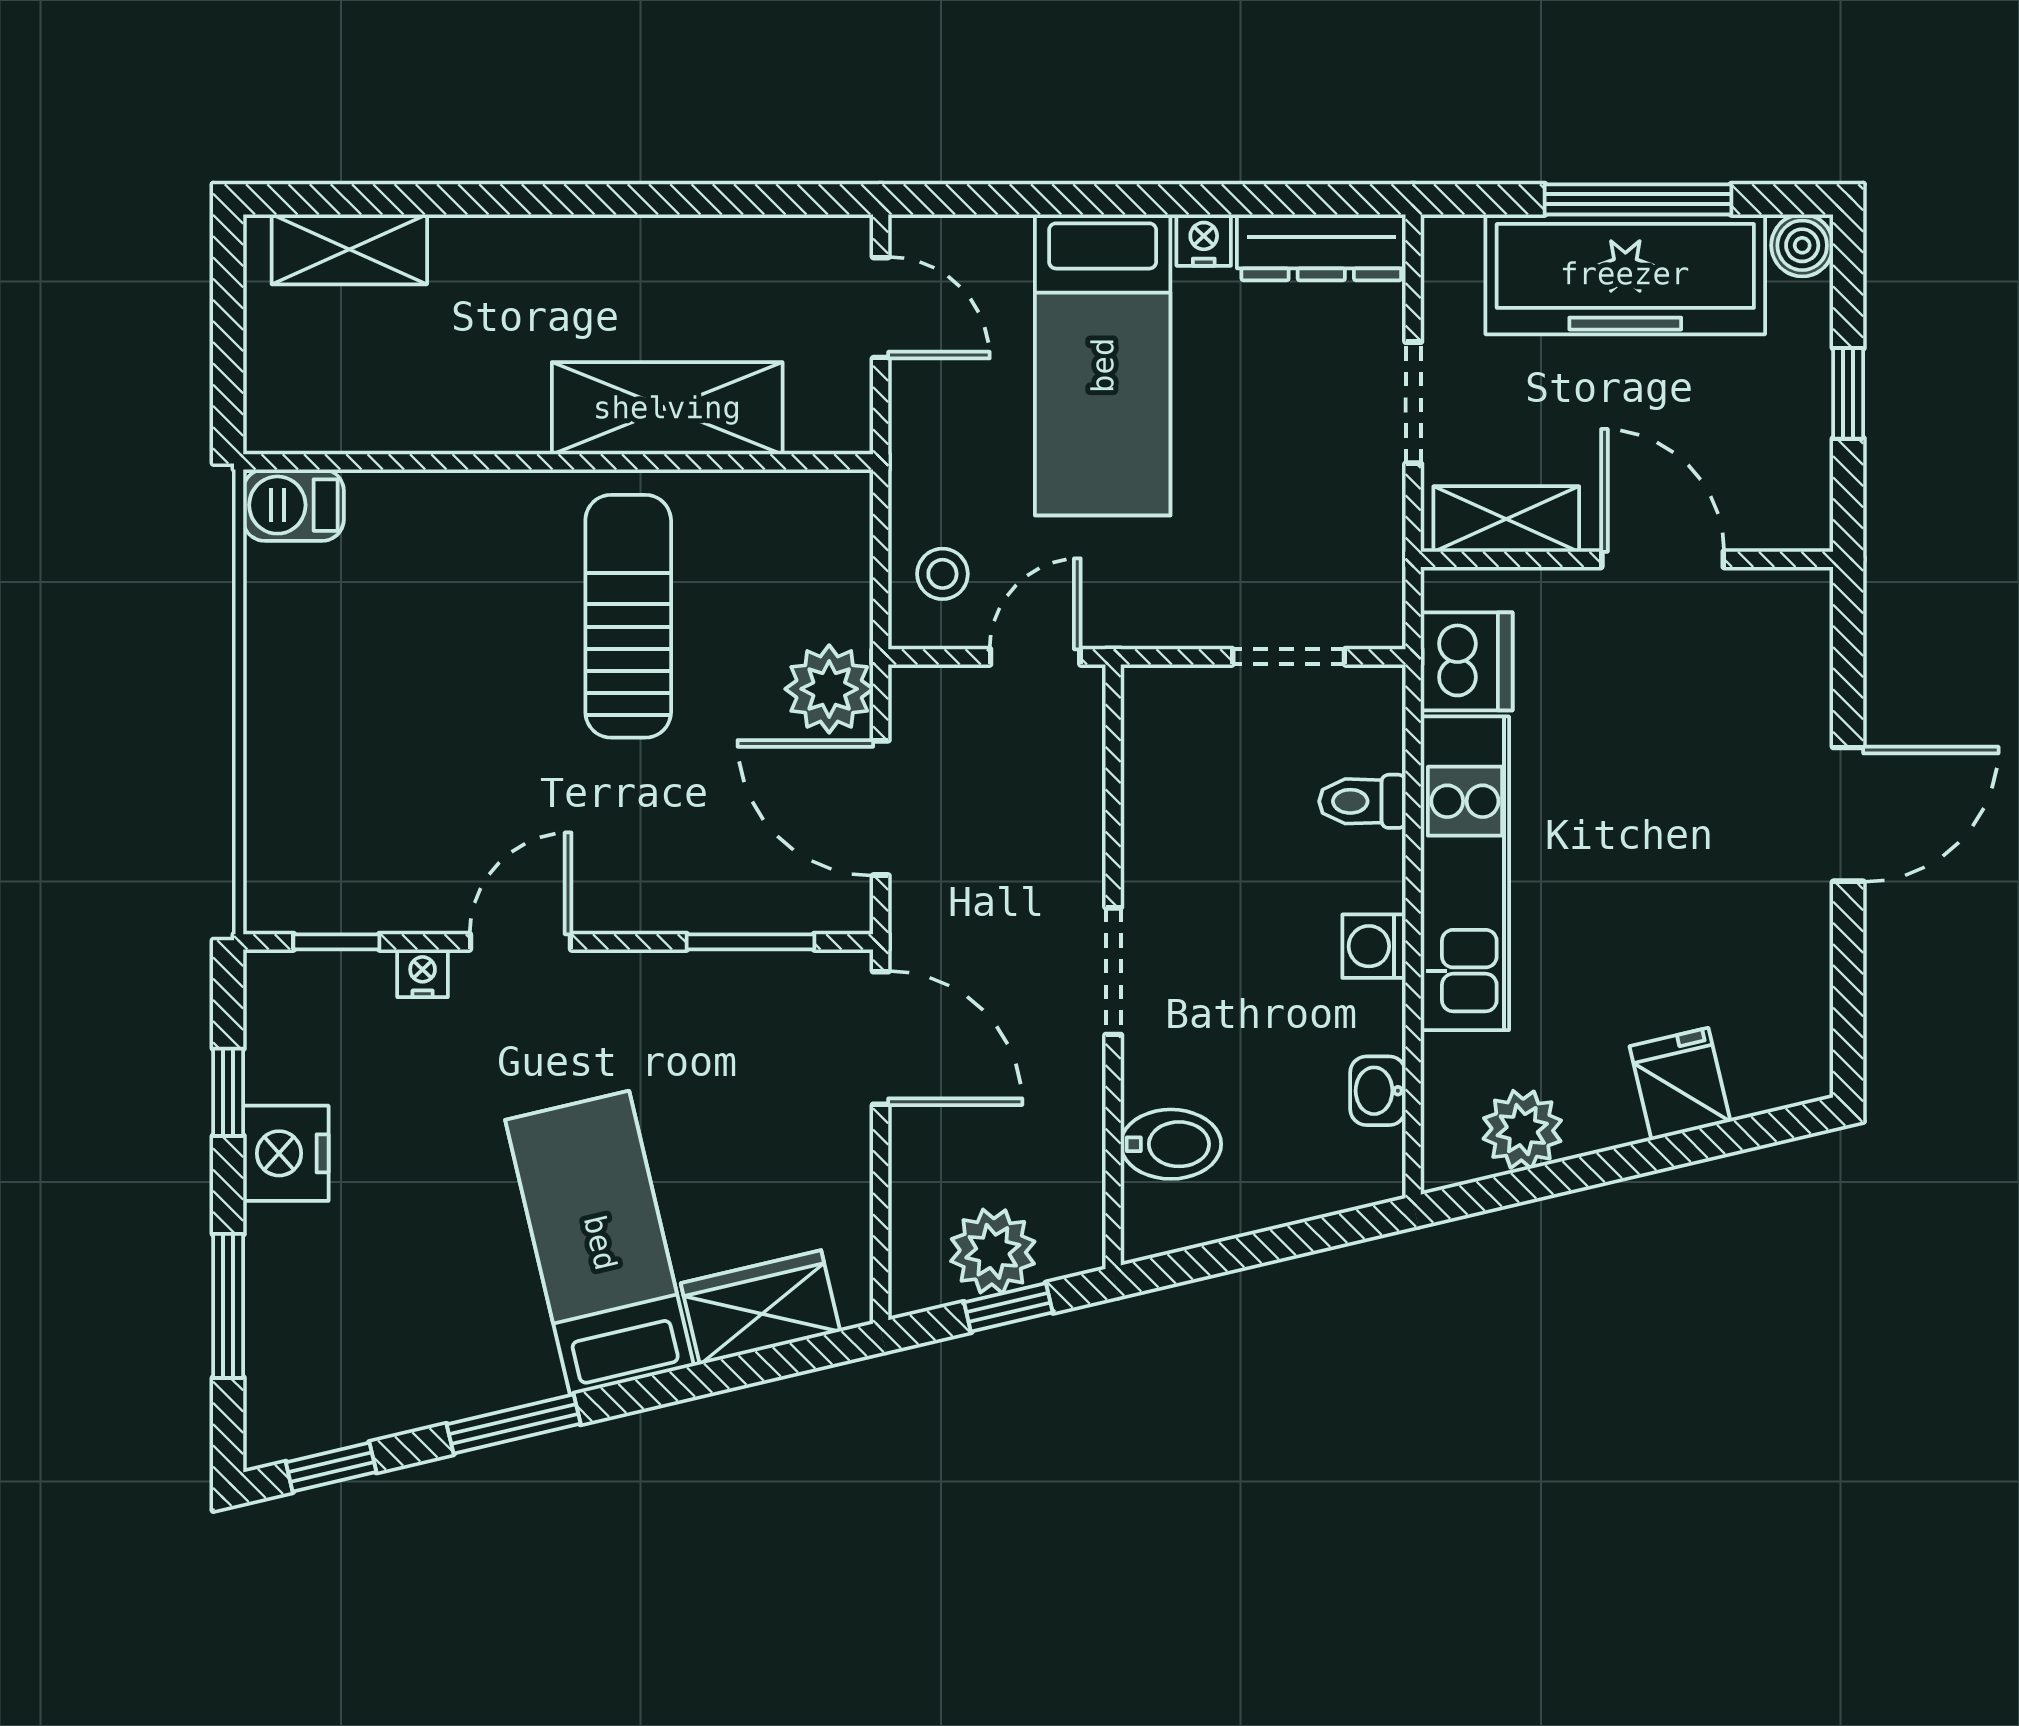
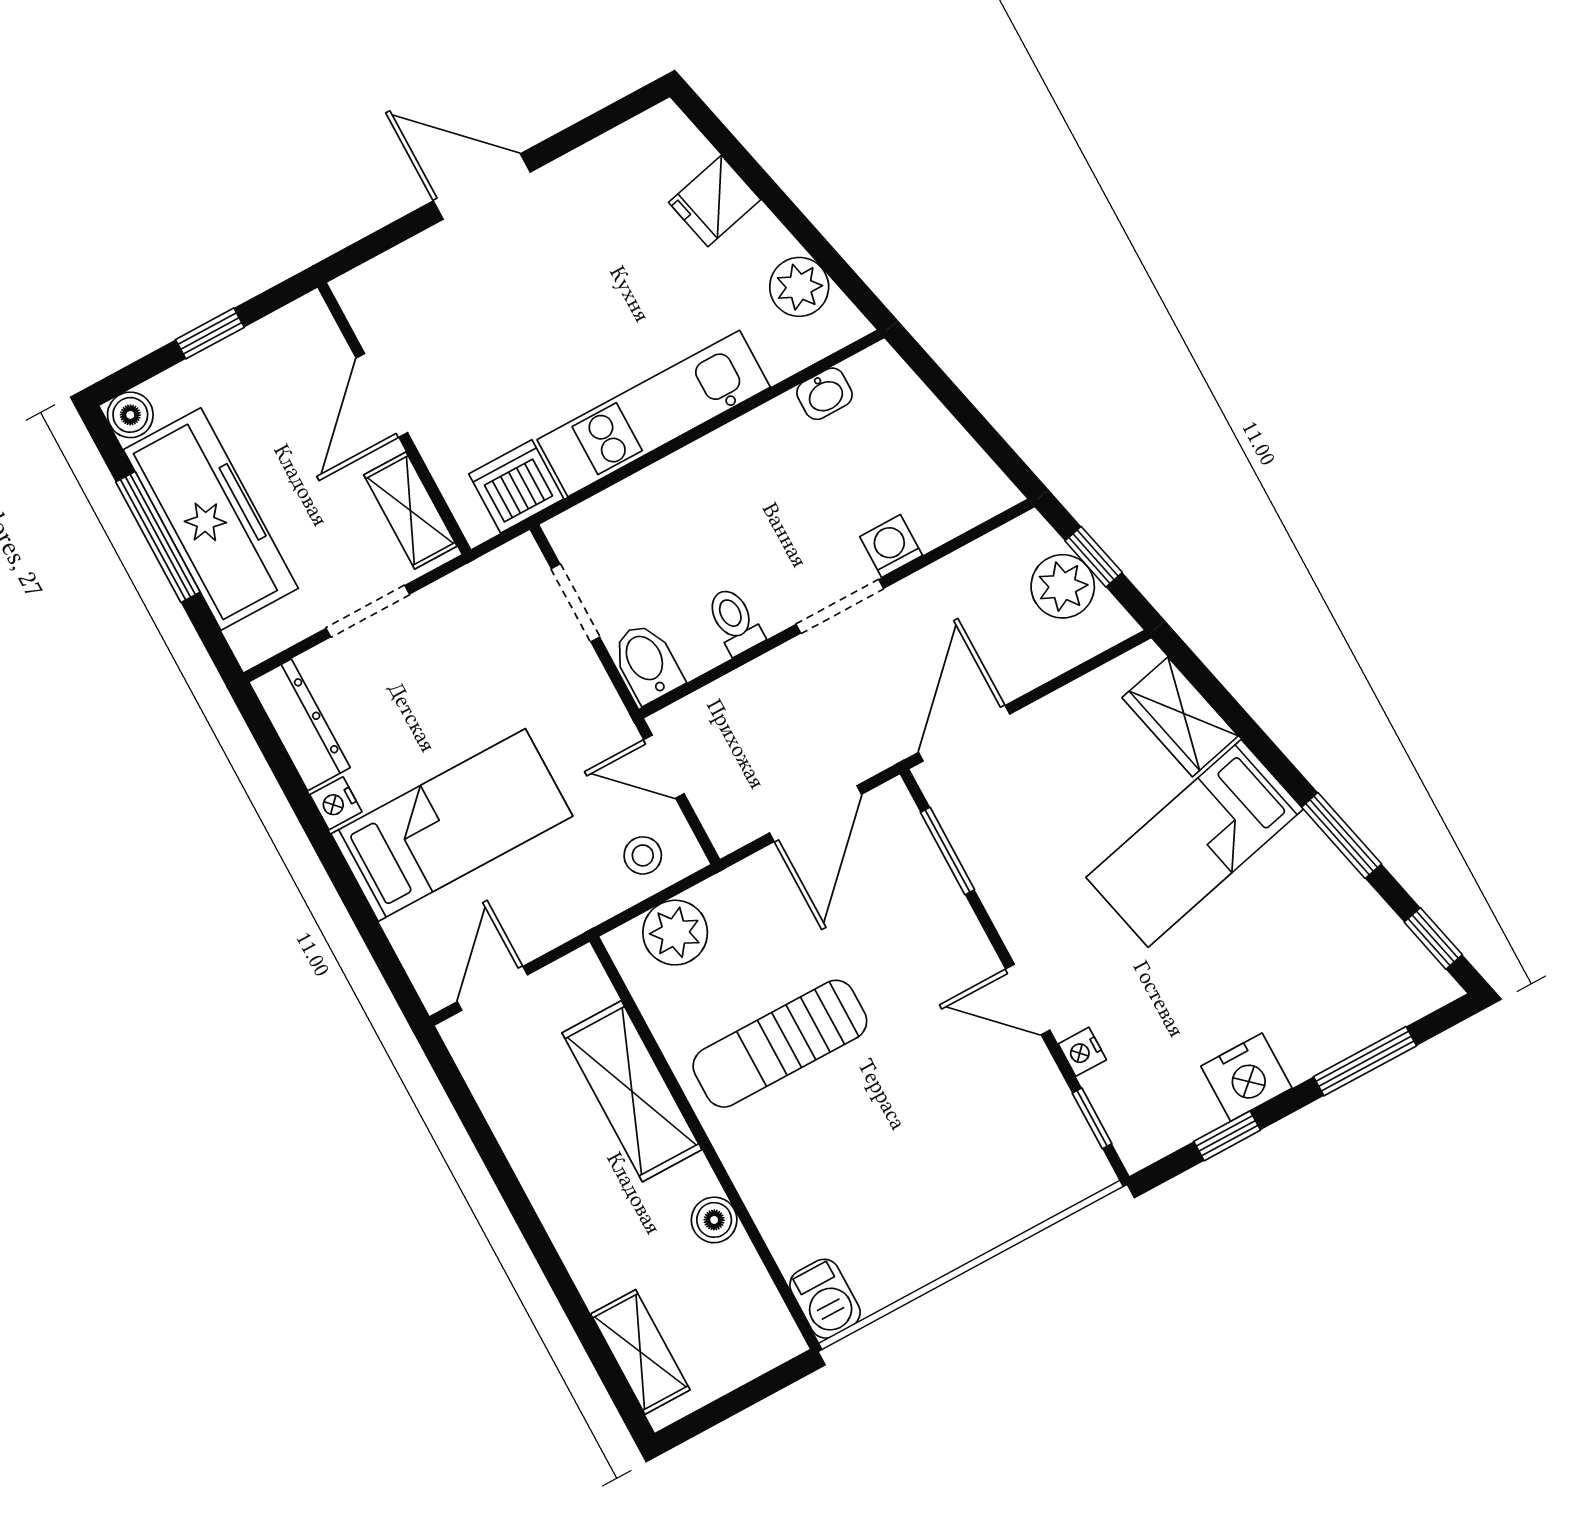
boiler: (460, 423) -> (714, 1220), added
plant: (829, 689) -> (675, 933), moved
toilet: (1362, 801) -> (735, 621), moved, turned 180
washing machine: (1374, 946) -> (891, 546), moved, turned 180
bidet: (1171, 1144) -> (647, 663), moved

